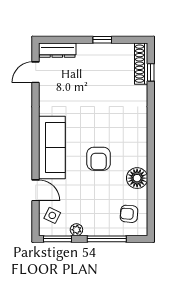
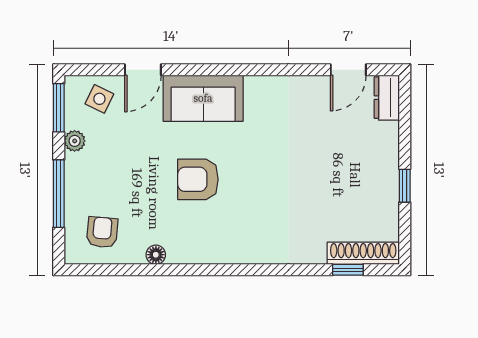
dresser: (57, 50) -> (387, 98), width x0.70
door: (36, 72) -> (348, 70), swing flipped
sofa: (52, 147) -> (203, 98), width x0.73
floor lamp: (137, 178) -> (156, 255), width x0.53, depth x0.53

